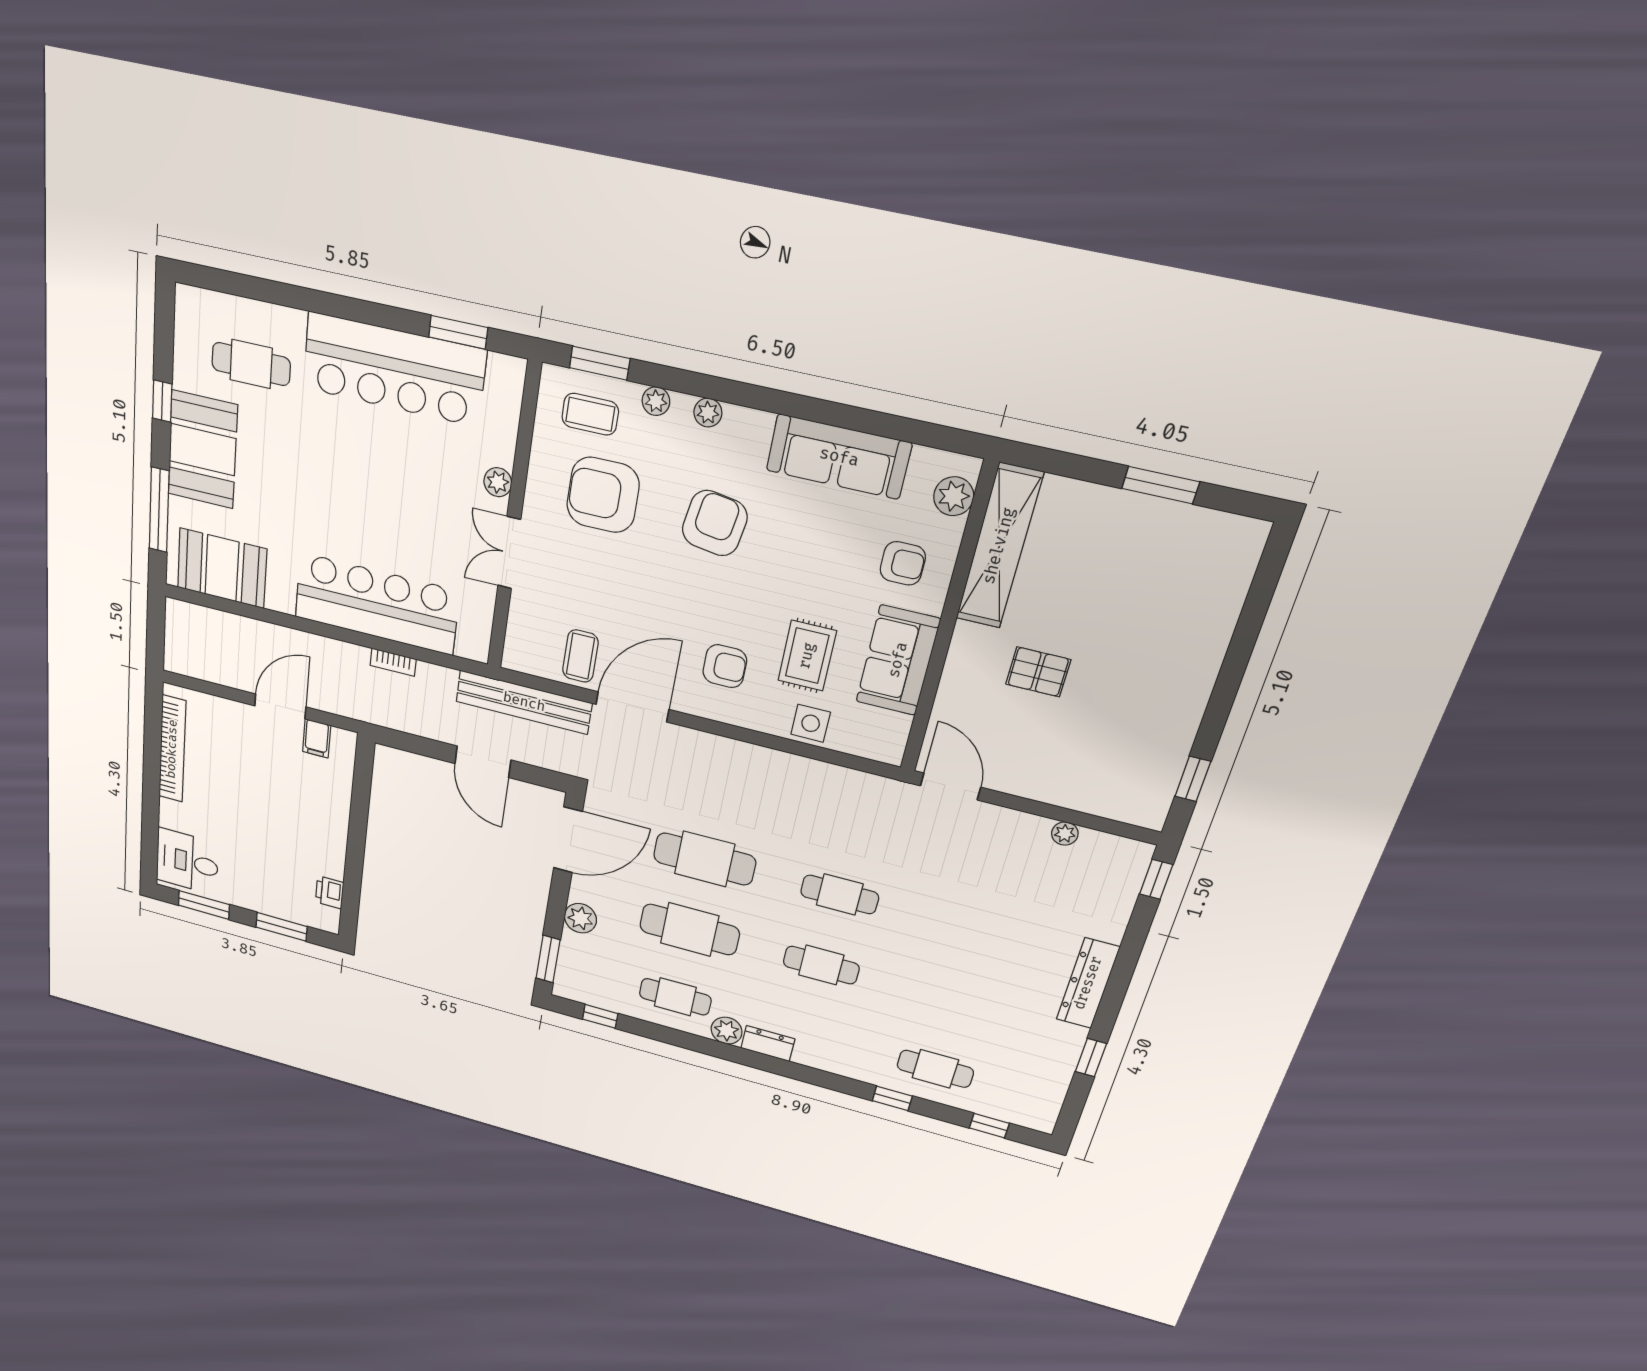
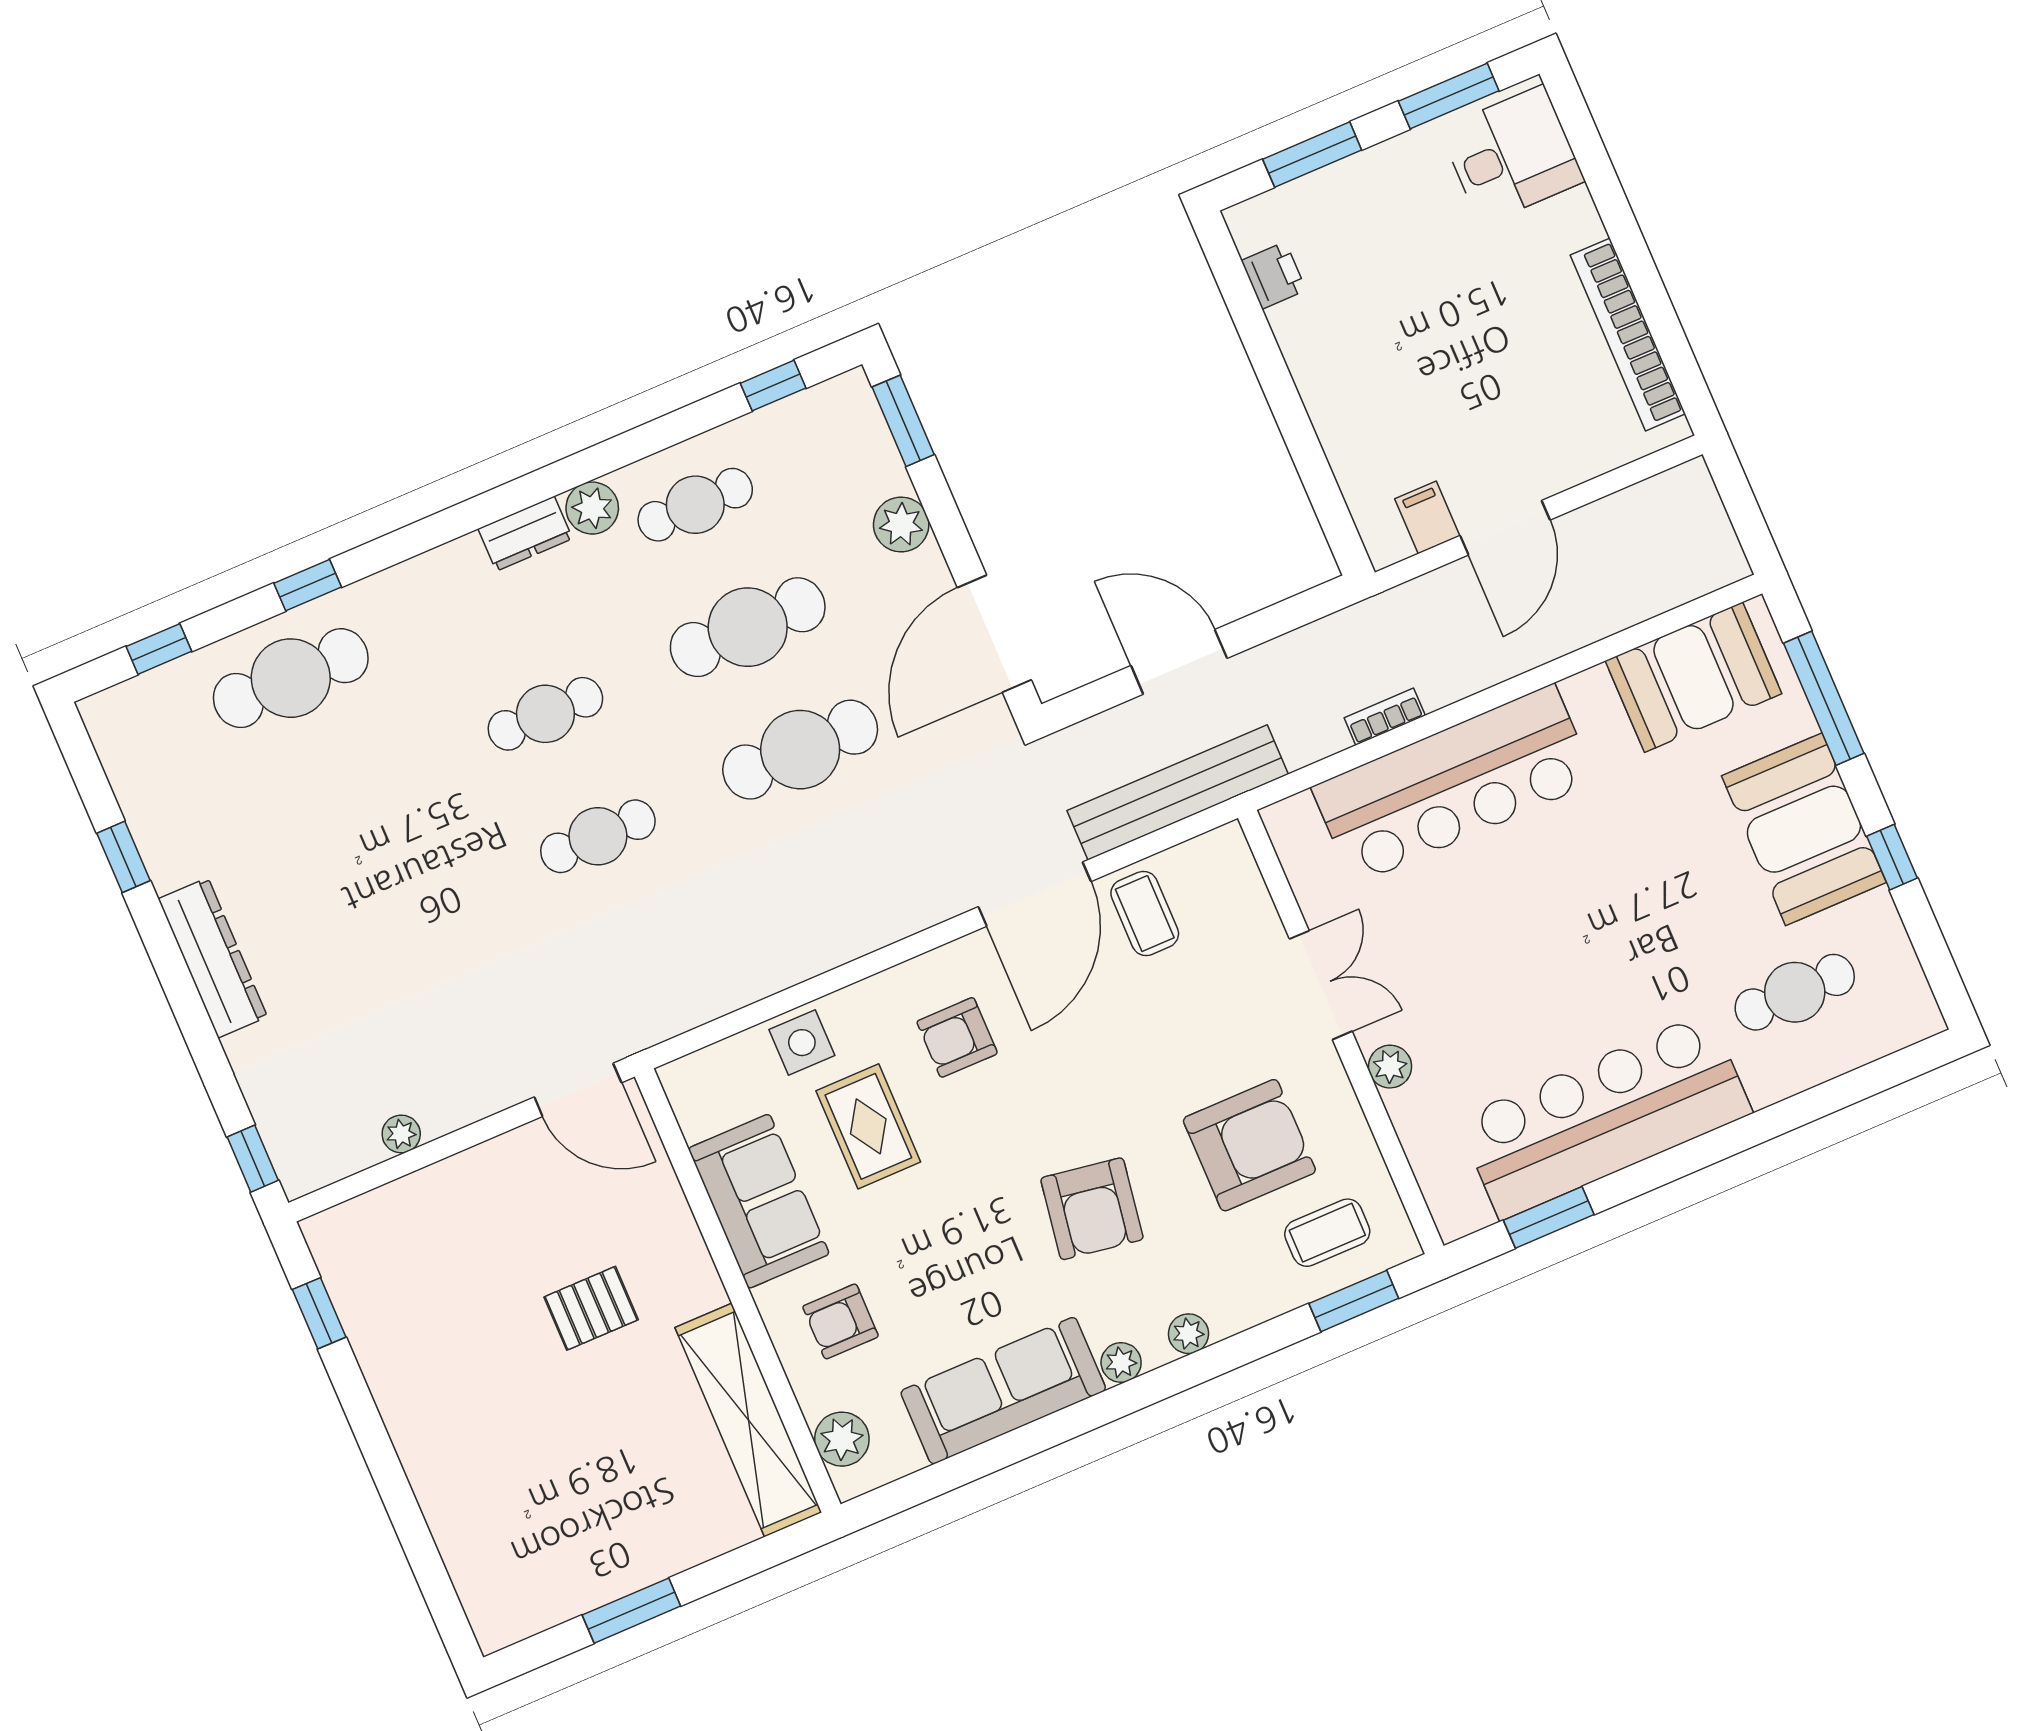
plant: (656, 401) -> (1121, 1363), moved
cafe table: (935, 1069) -> (291, 678), width x1.37, depth x1.35

